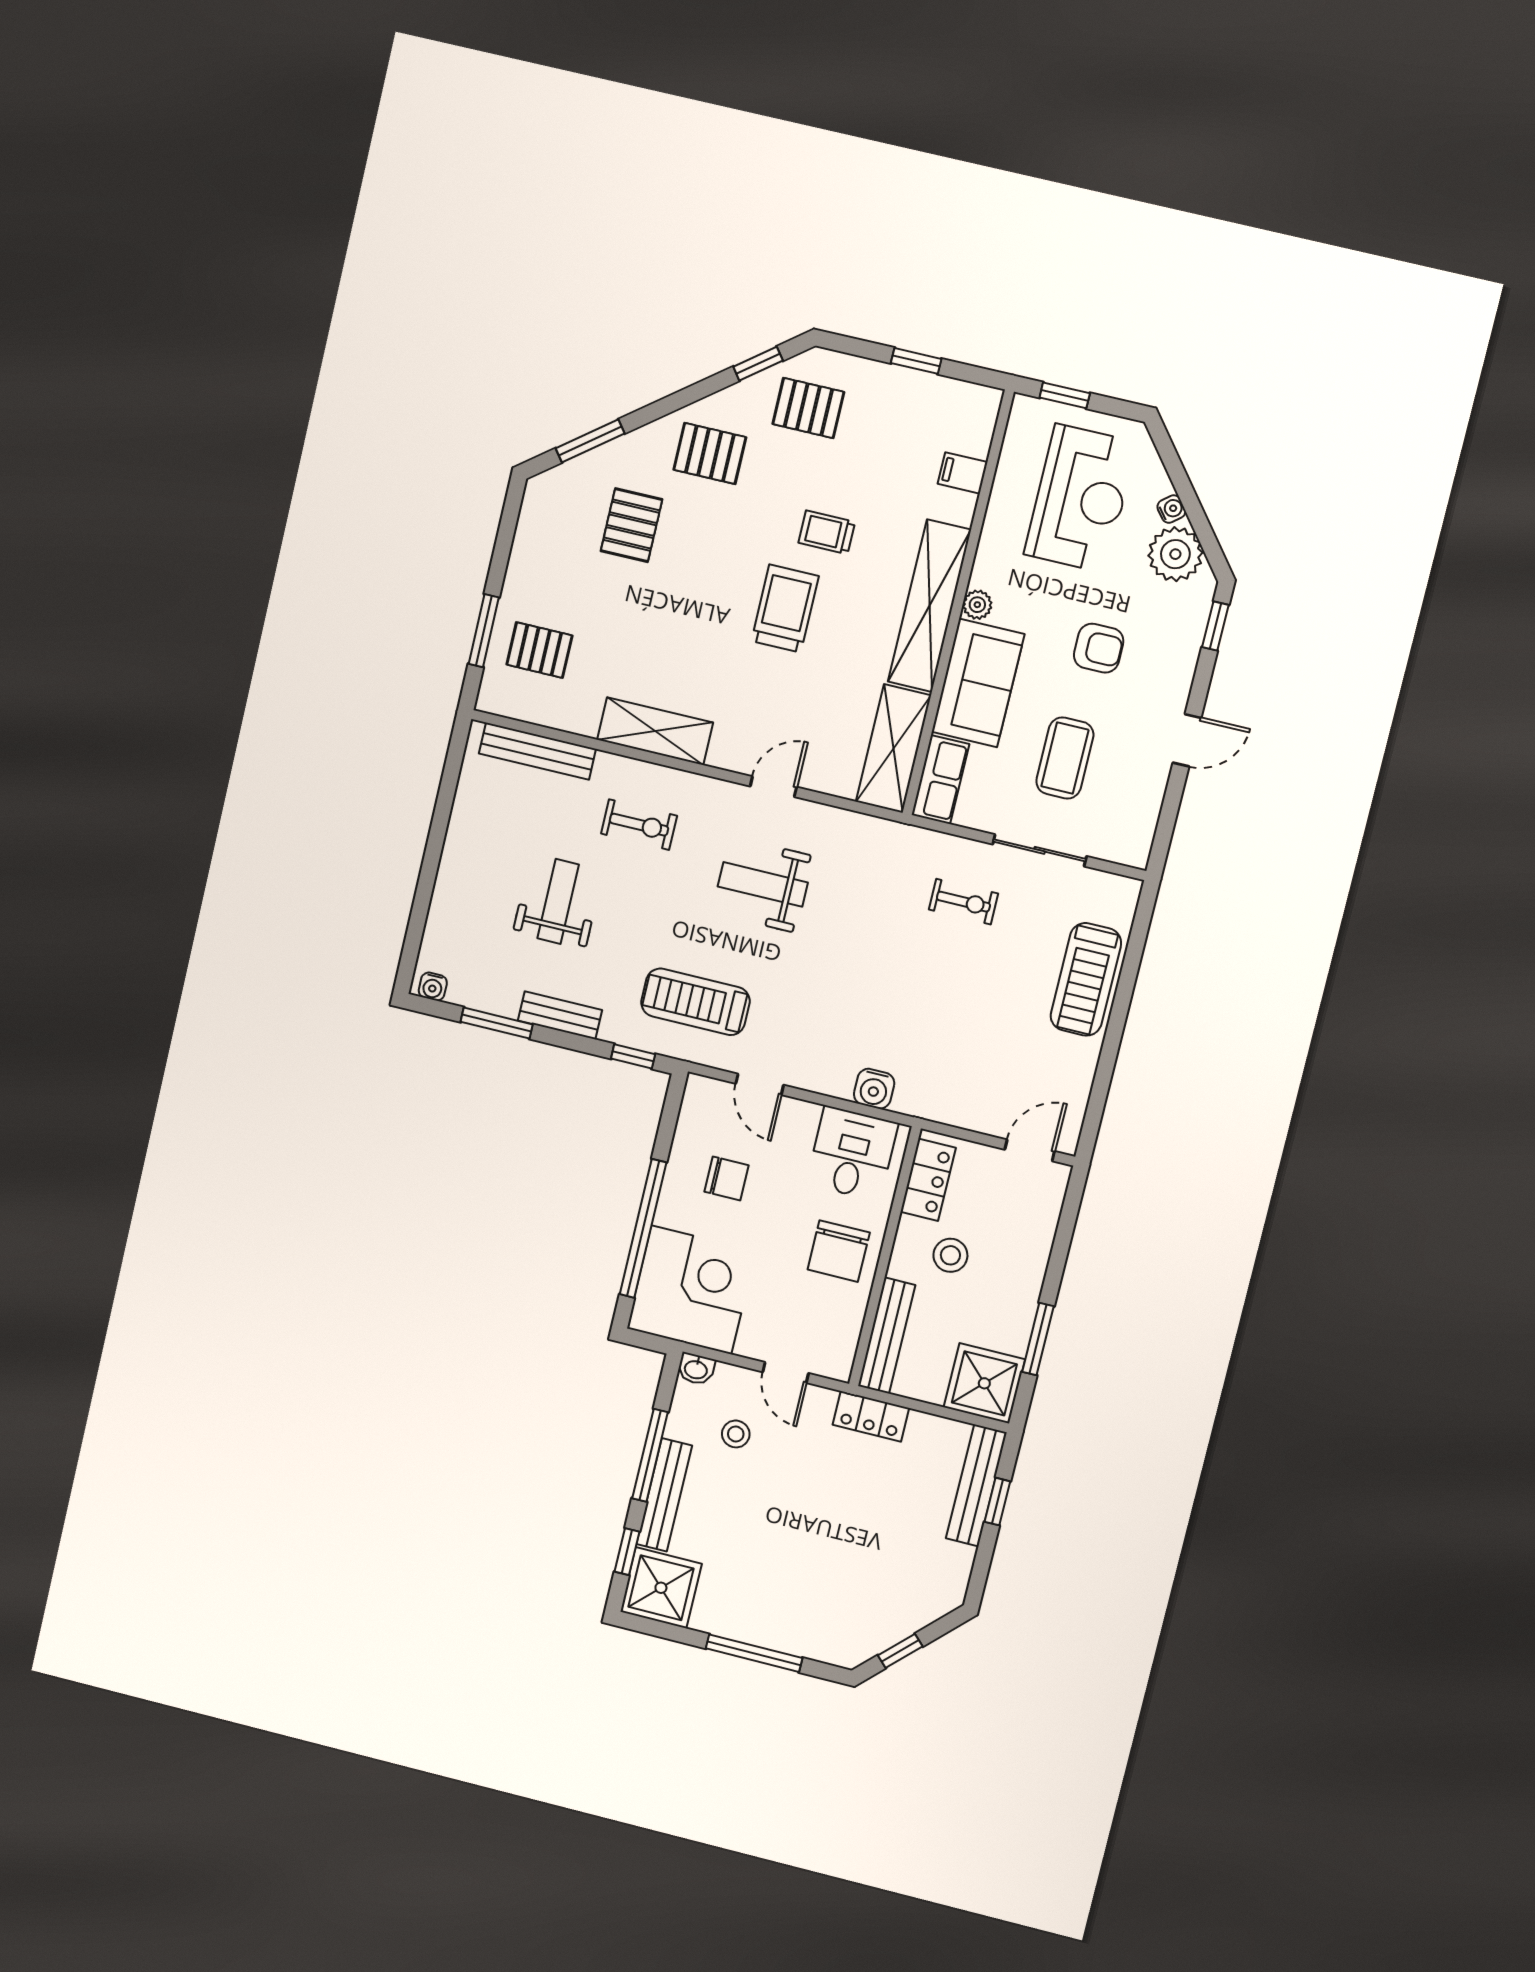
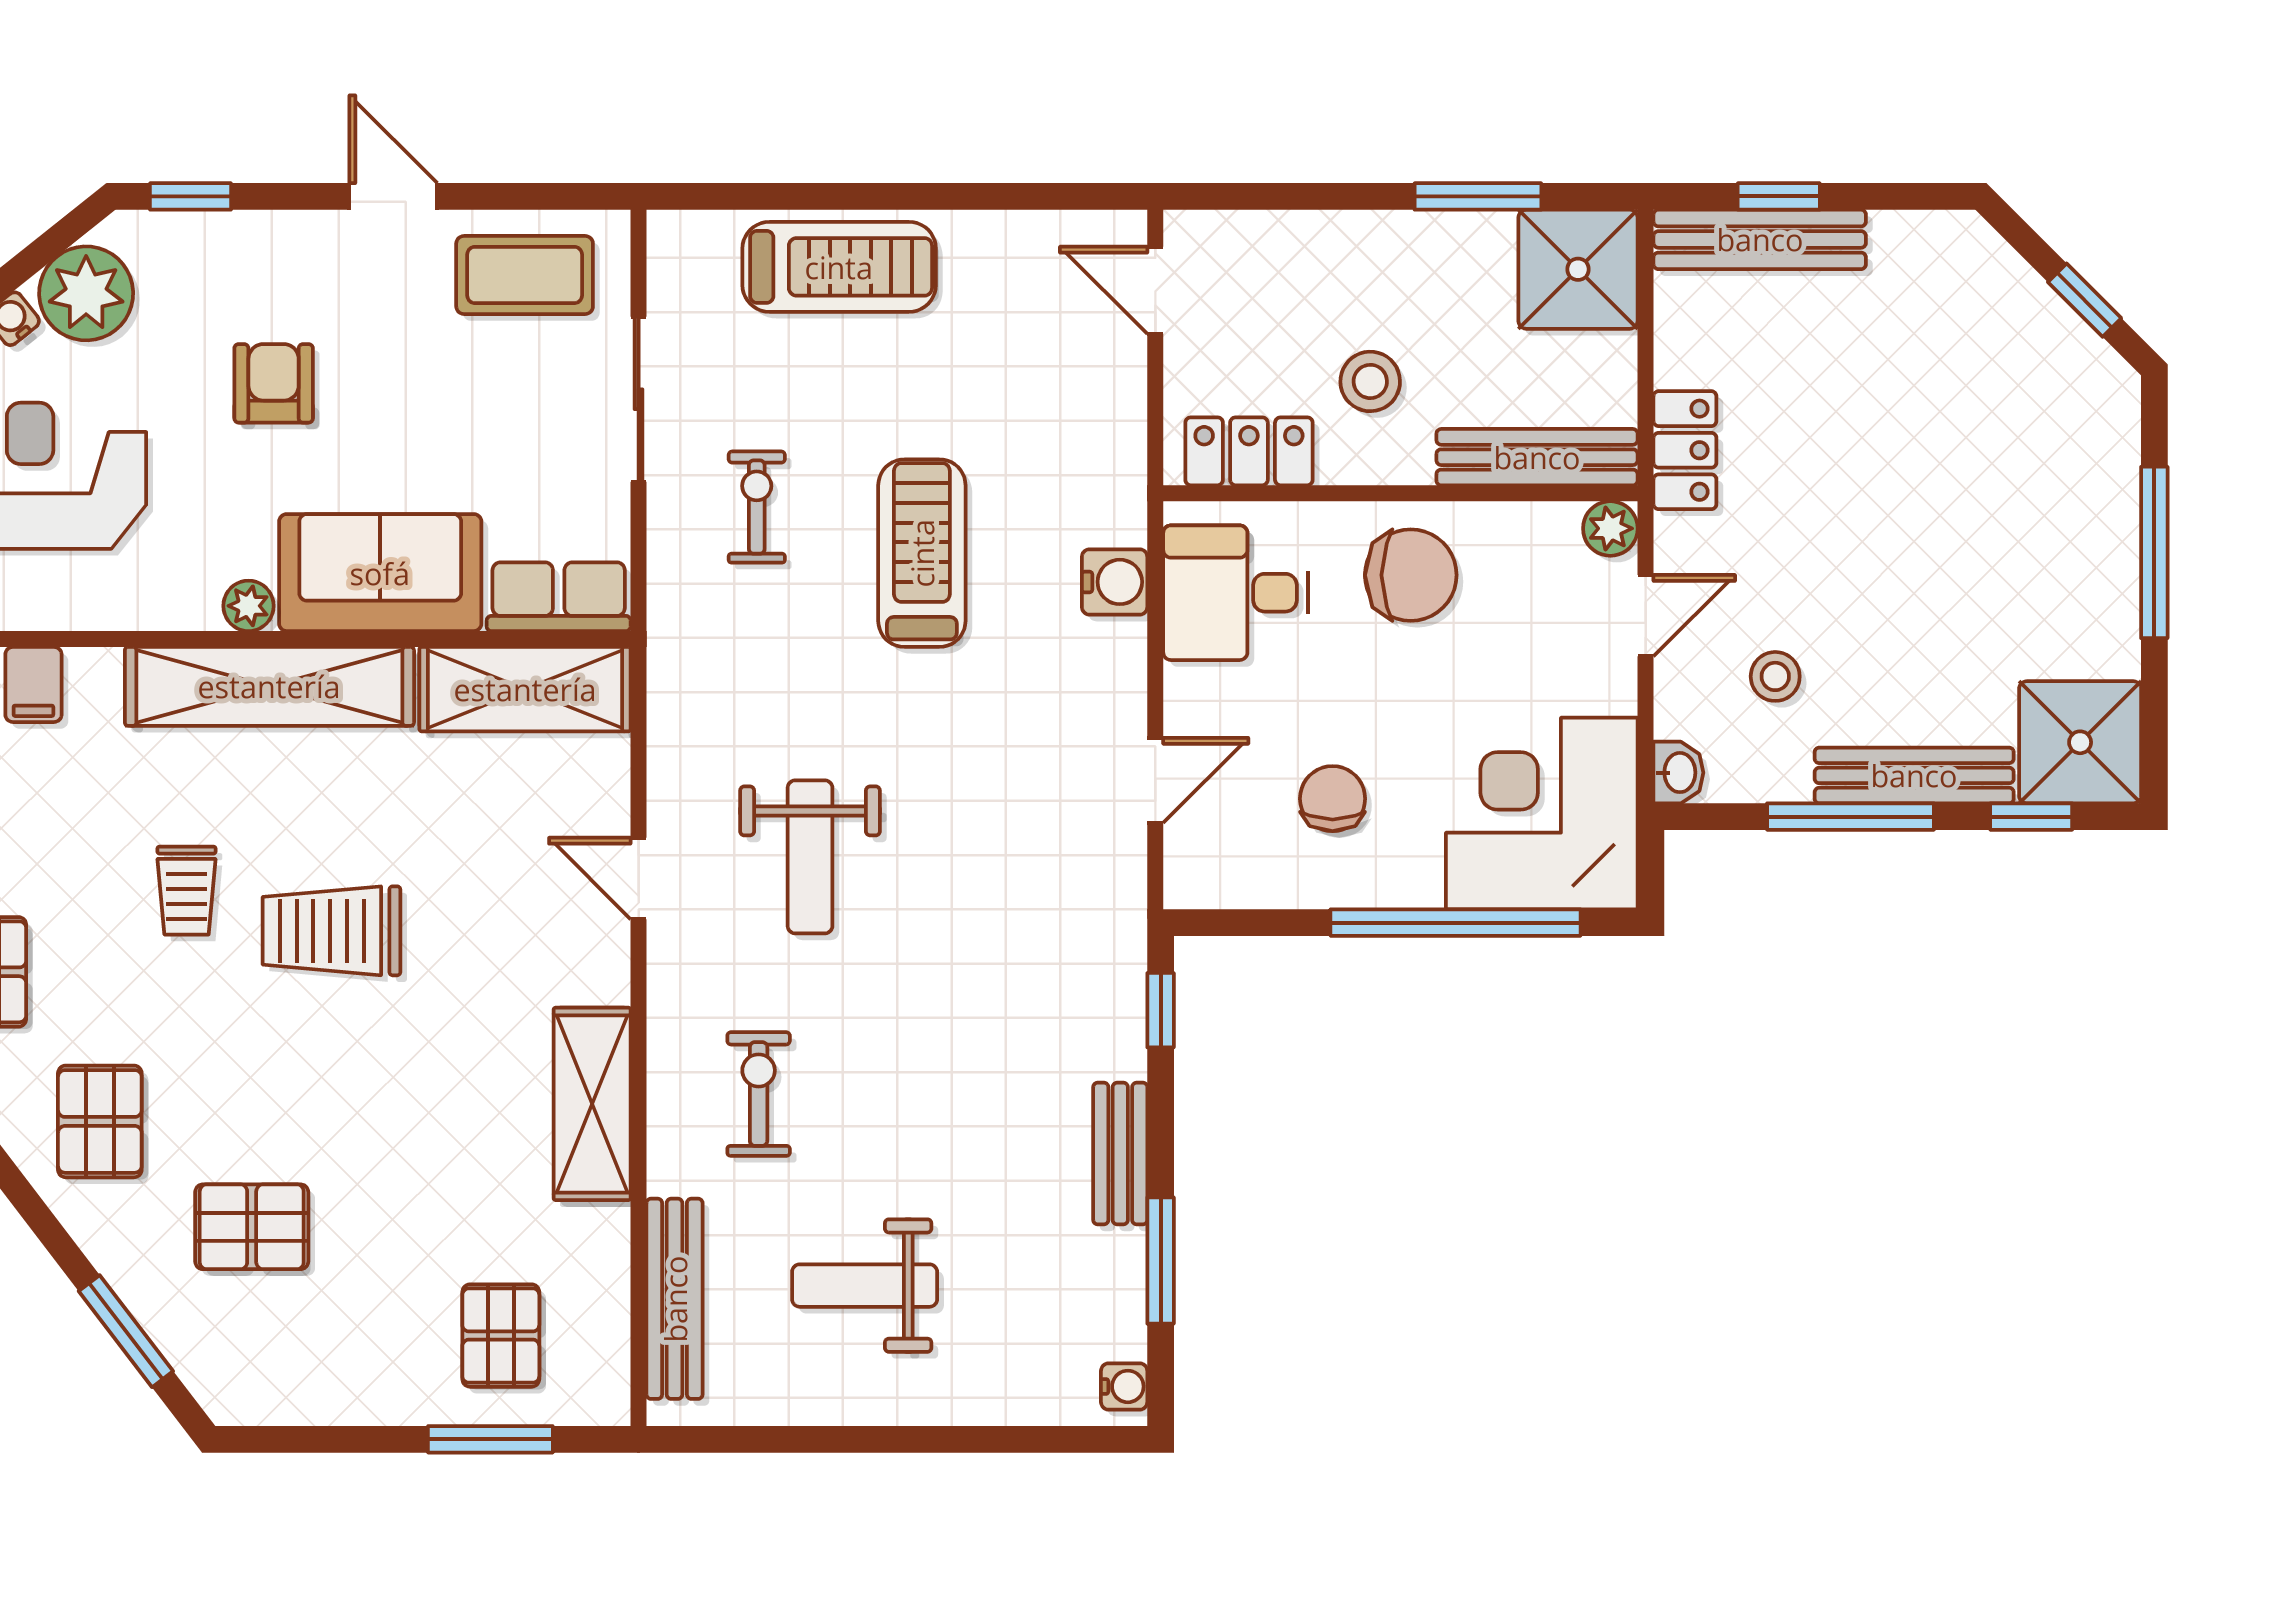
coffee table: (1065, 758) -> (525, 275), moved
weight bench: (558, 901) -> (865, 1286), moved
treadmill: (695, 1002) -> (922, 553), moved, turned 180
plant: (838, 1365) -> (1610, 528), added

